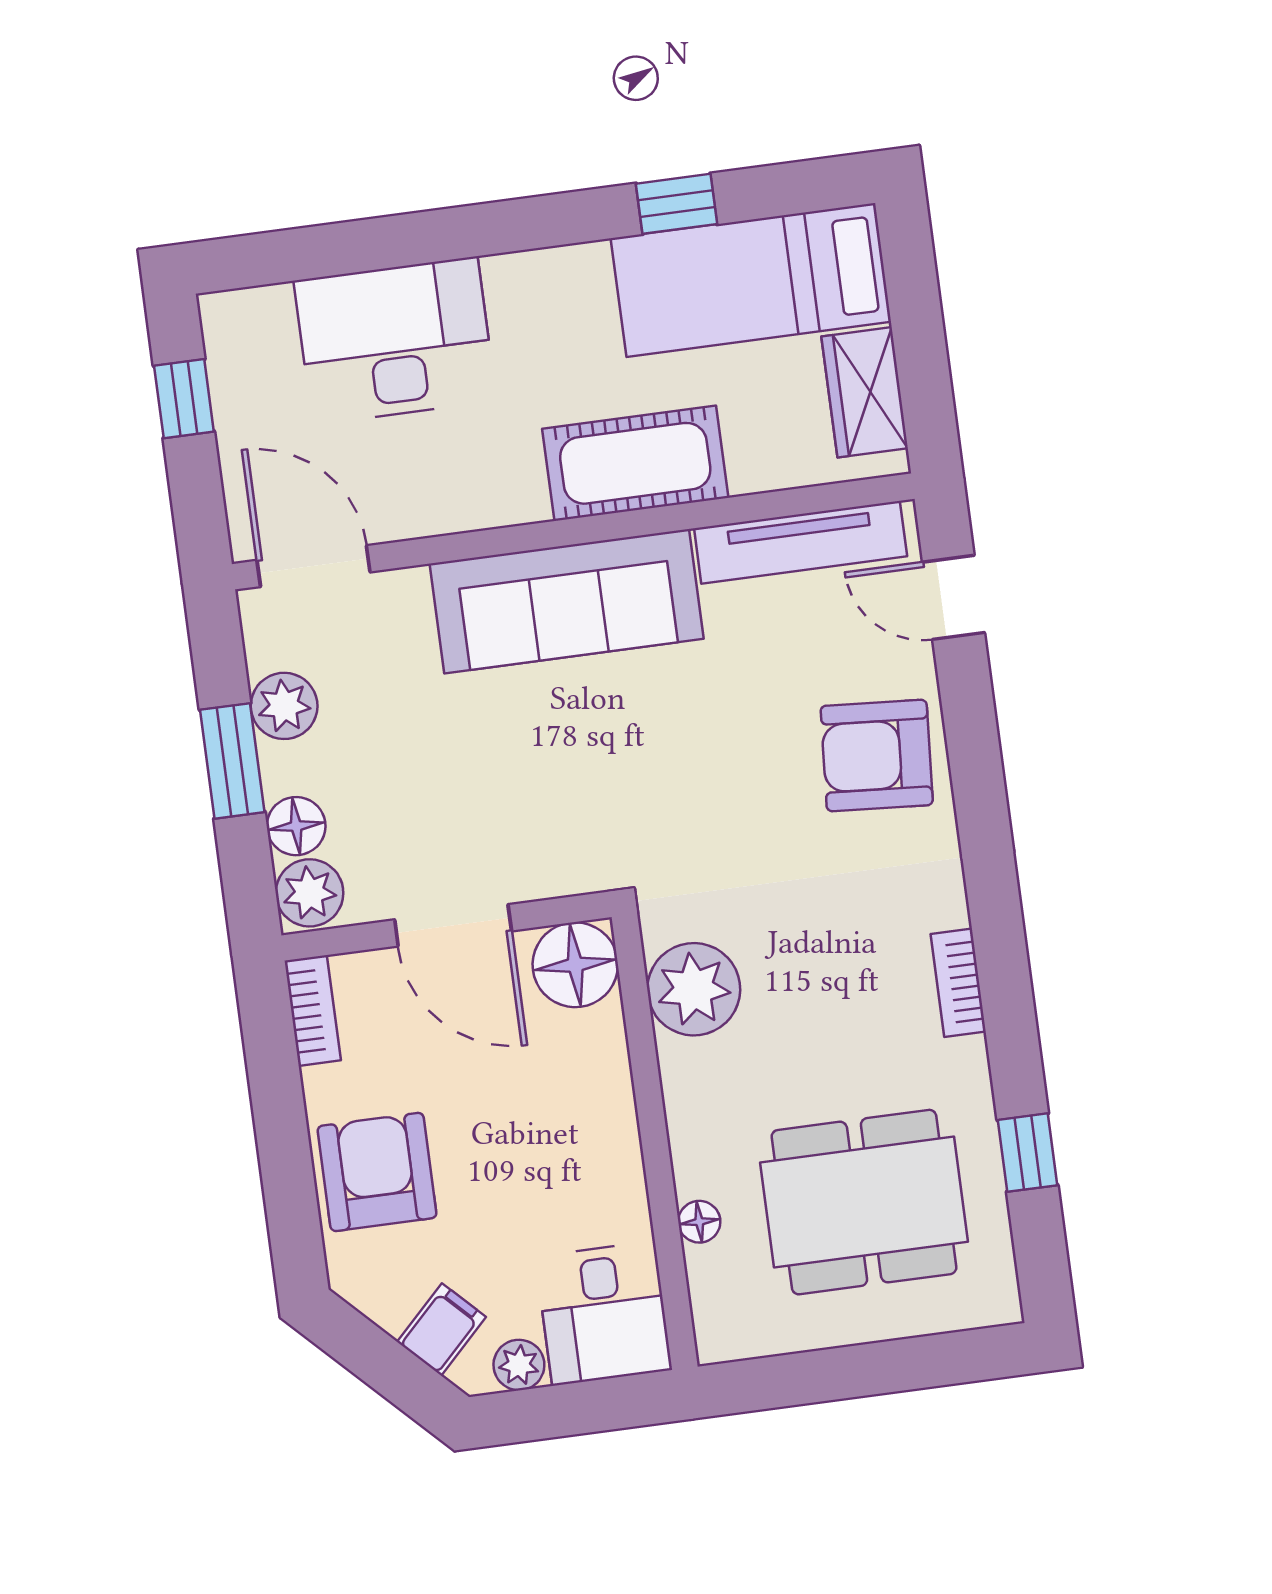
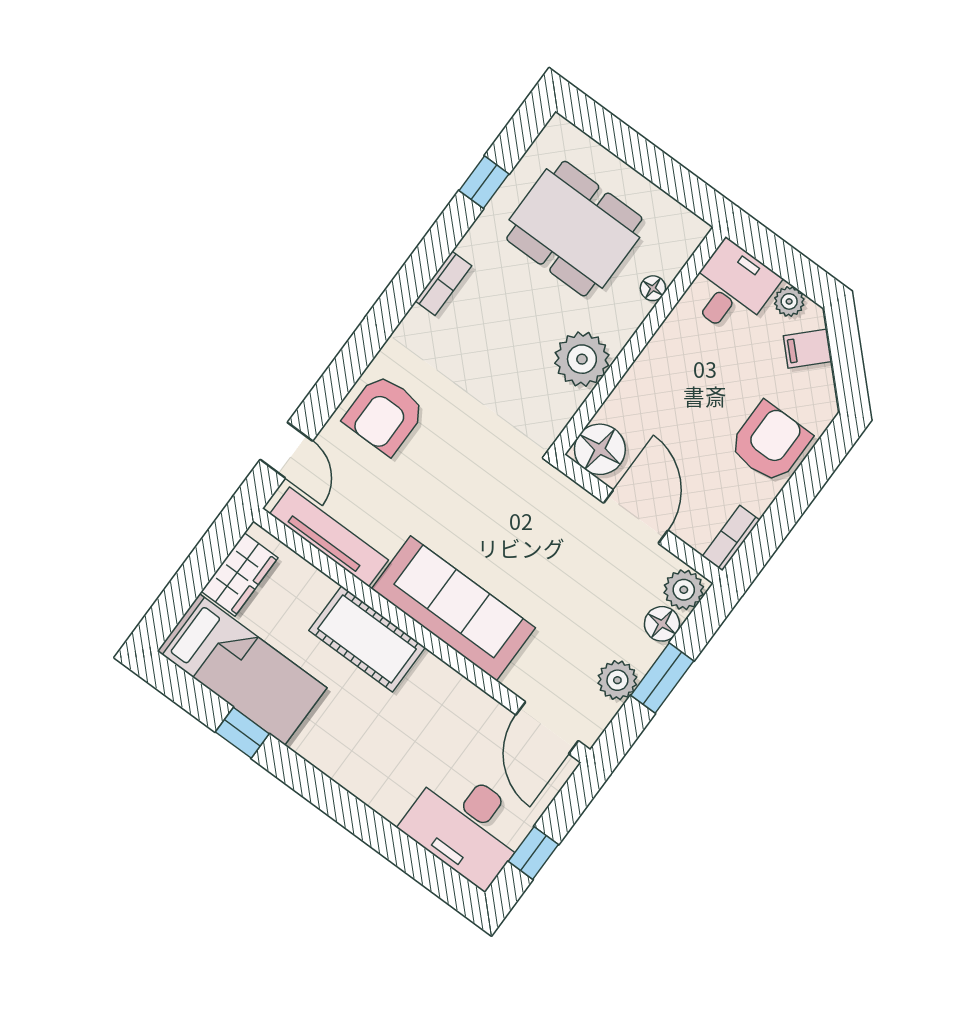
desk: (395, 341) -> (466, 825), moved
armchair: (877, 756) -> (385, 414), turned 86
plant: (694, 989) -> (582, 359), moved
armchair: (377, 1172) -> (770, 443), turned 180

